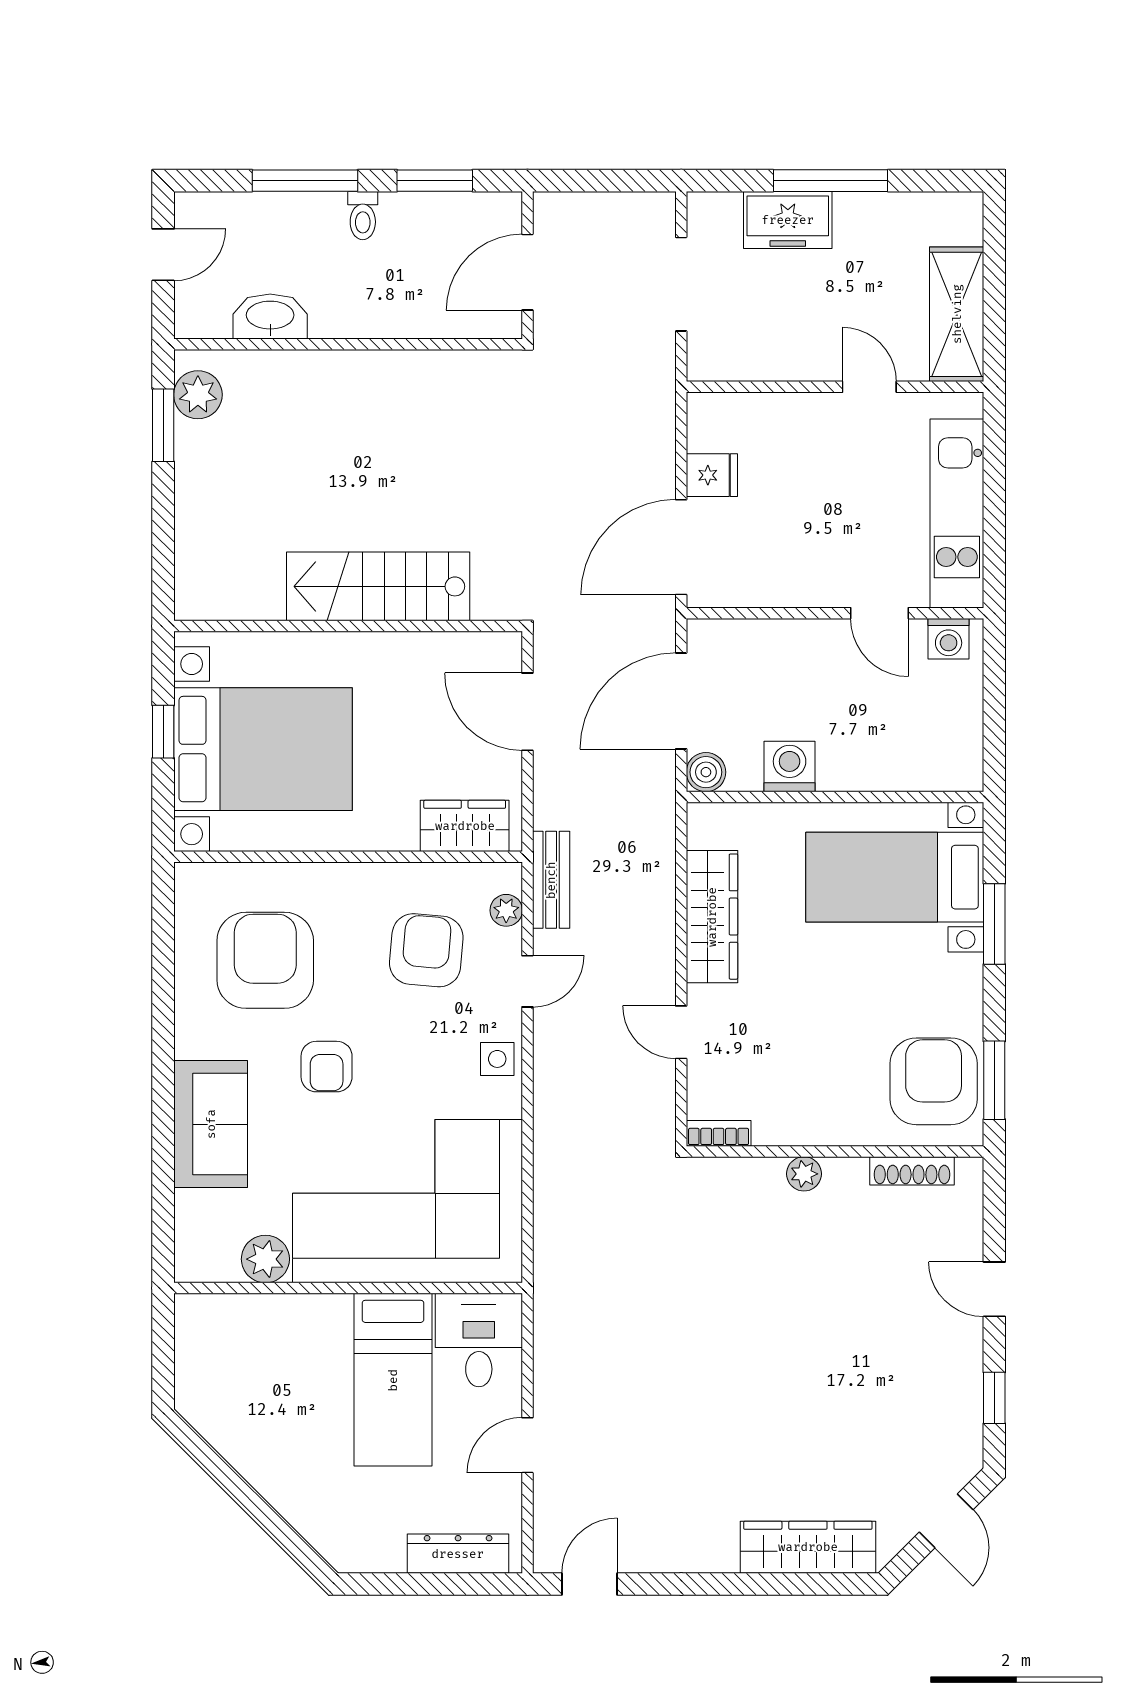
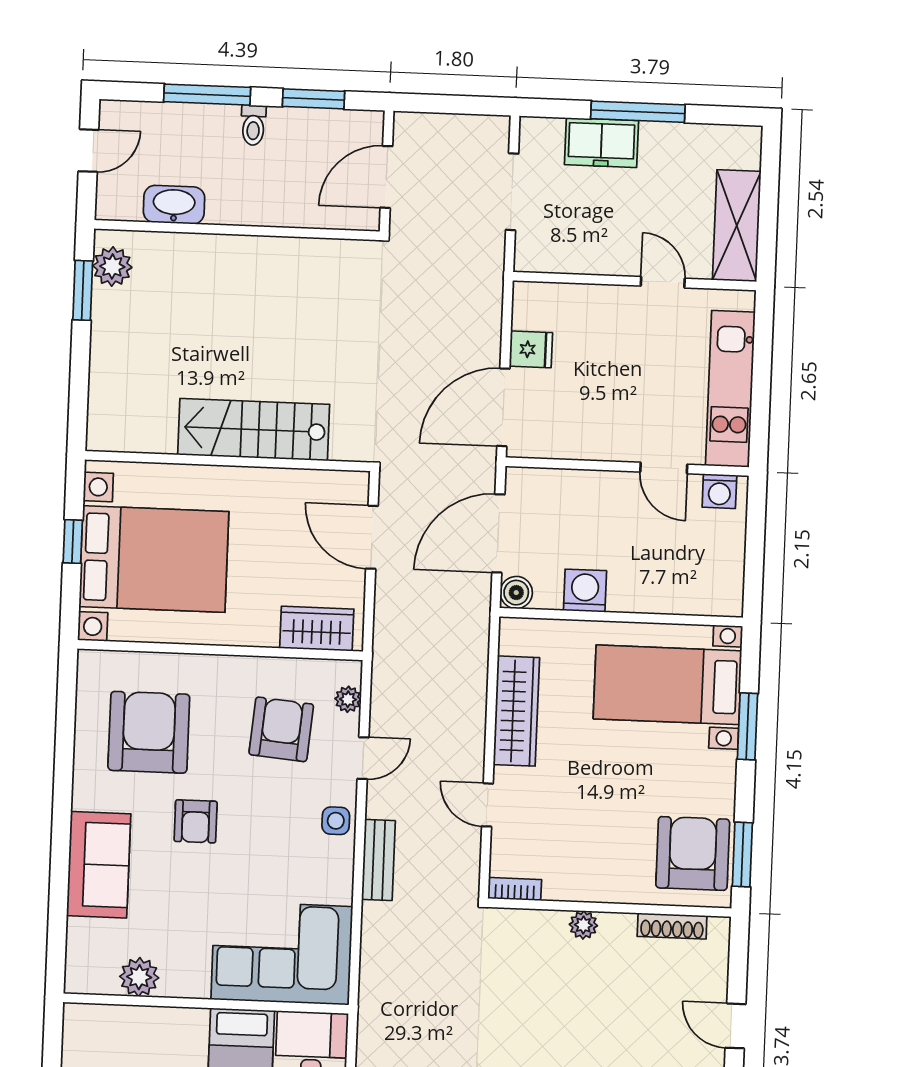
bench: (551, 880) -> (378, 860), moved
corner sofa: (408, 1201) -> (282, 953), width x0.73, depth x0.74

